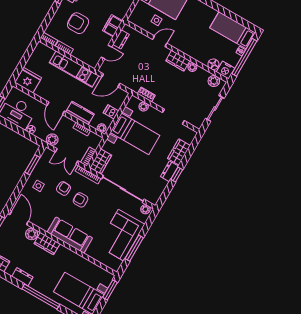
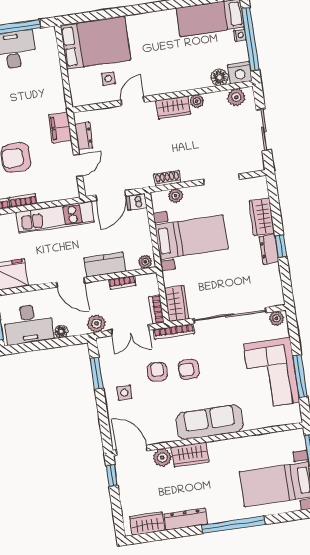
dishwasher: (111, 112) -> (136, 202), moved
dresser: (22, 277) -> (186, 519), width x1.44

